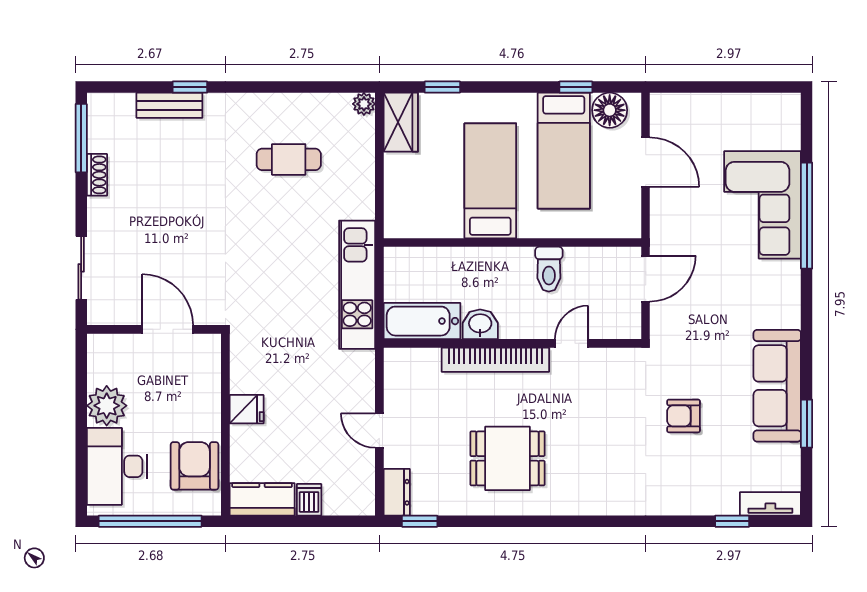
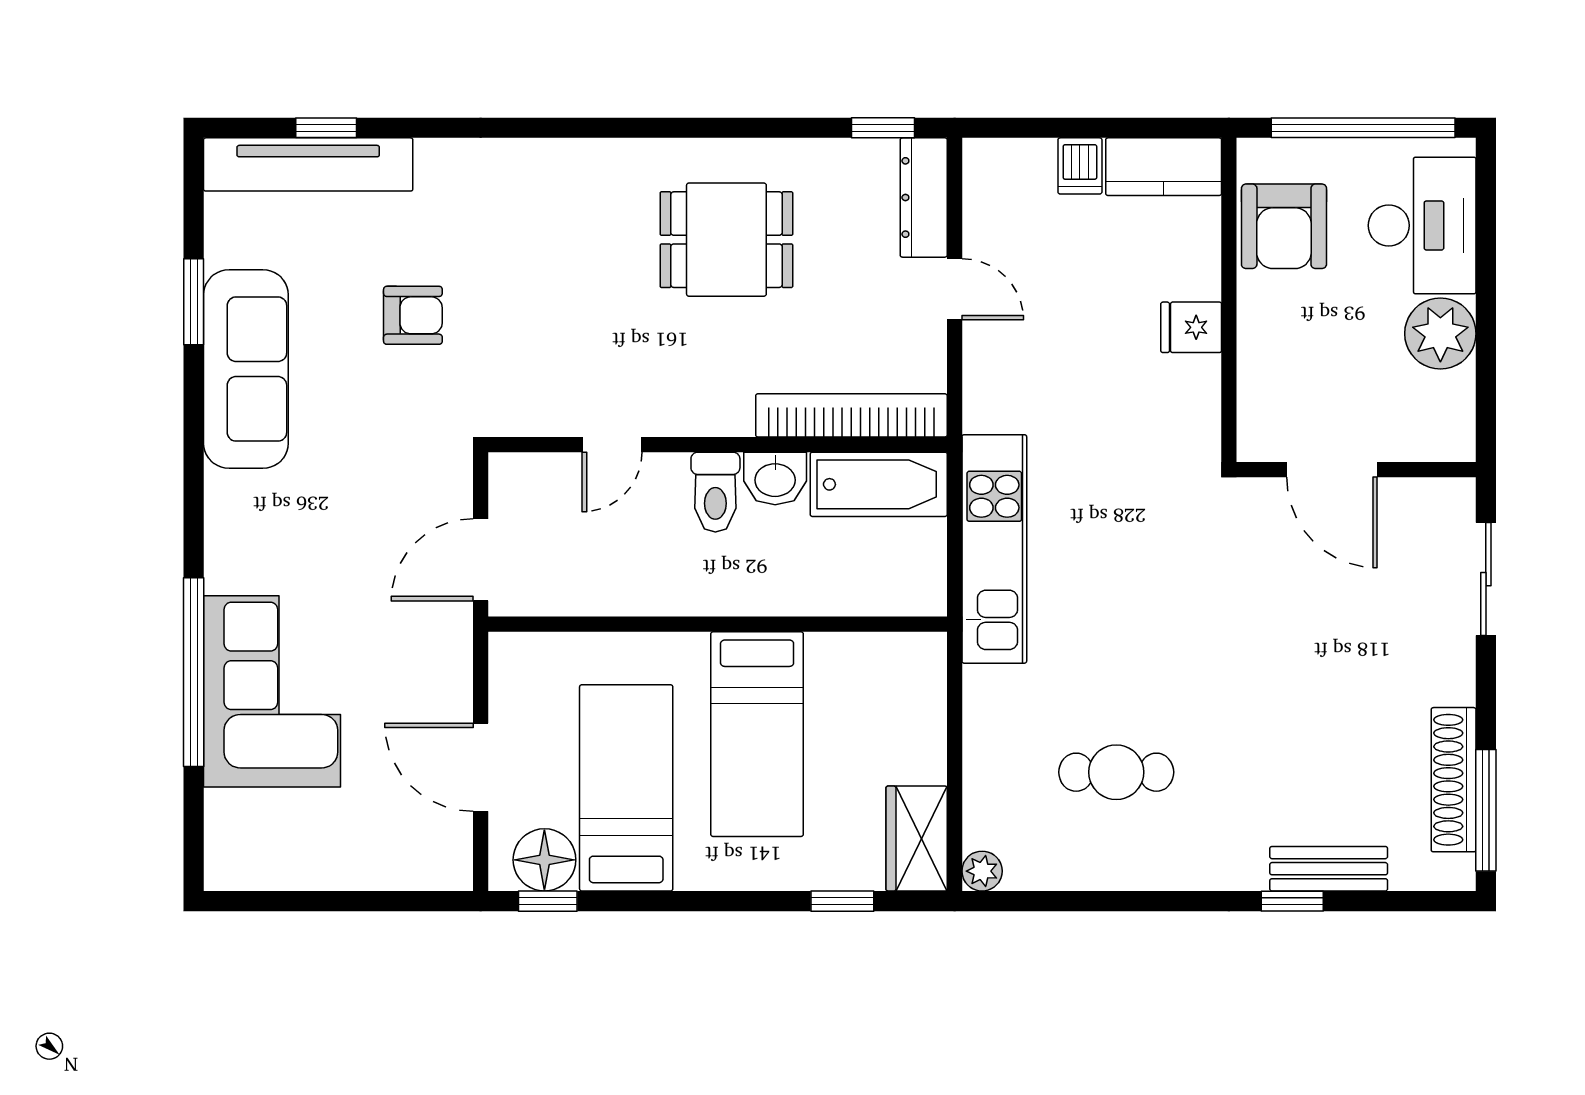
window: (576, 87) -> (548, 901), moved
shoe rack: (97, 175) -> (1454, 780), width x1.94, depth x1.24
toilet: (549, 269) -> (715, 492), moved, turned 180
bookcase: (495, 360) -> (851, 415), moved
dresser: (397, 492) -> (924, 197), width x1.44
tv unit: (770, 504) -> (308, 164), width x1.92, depth x1.29

